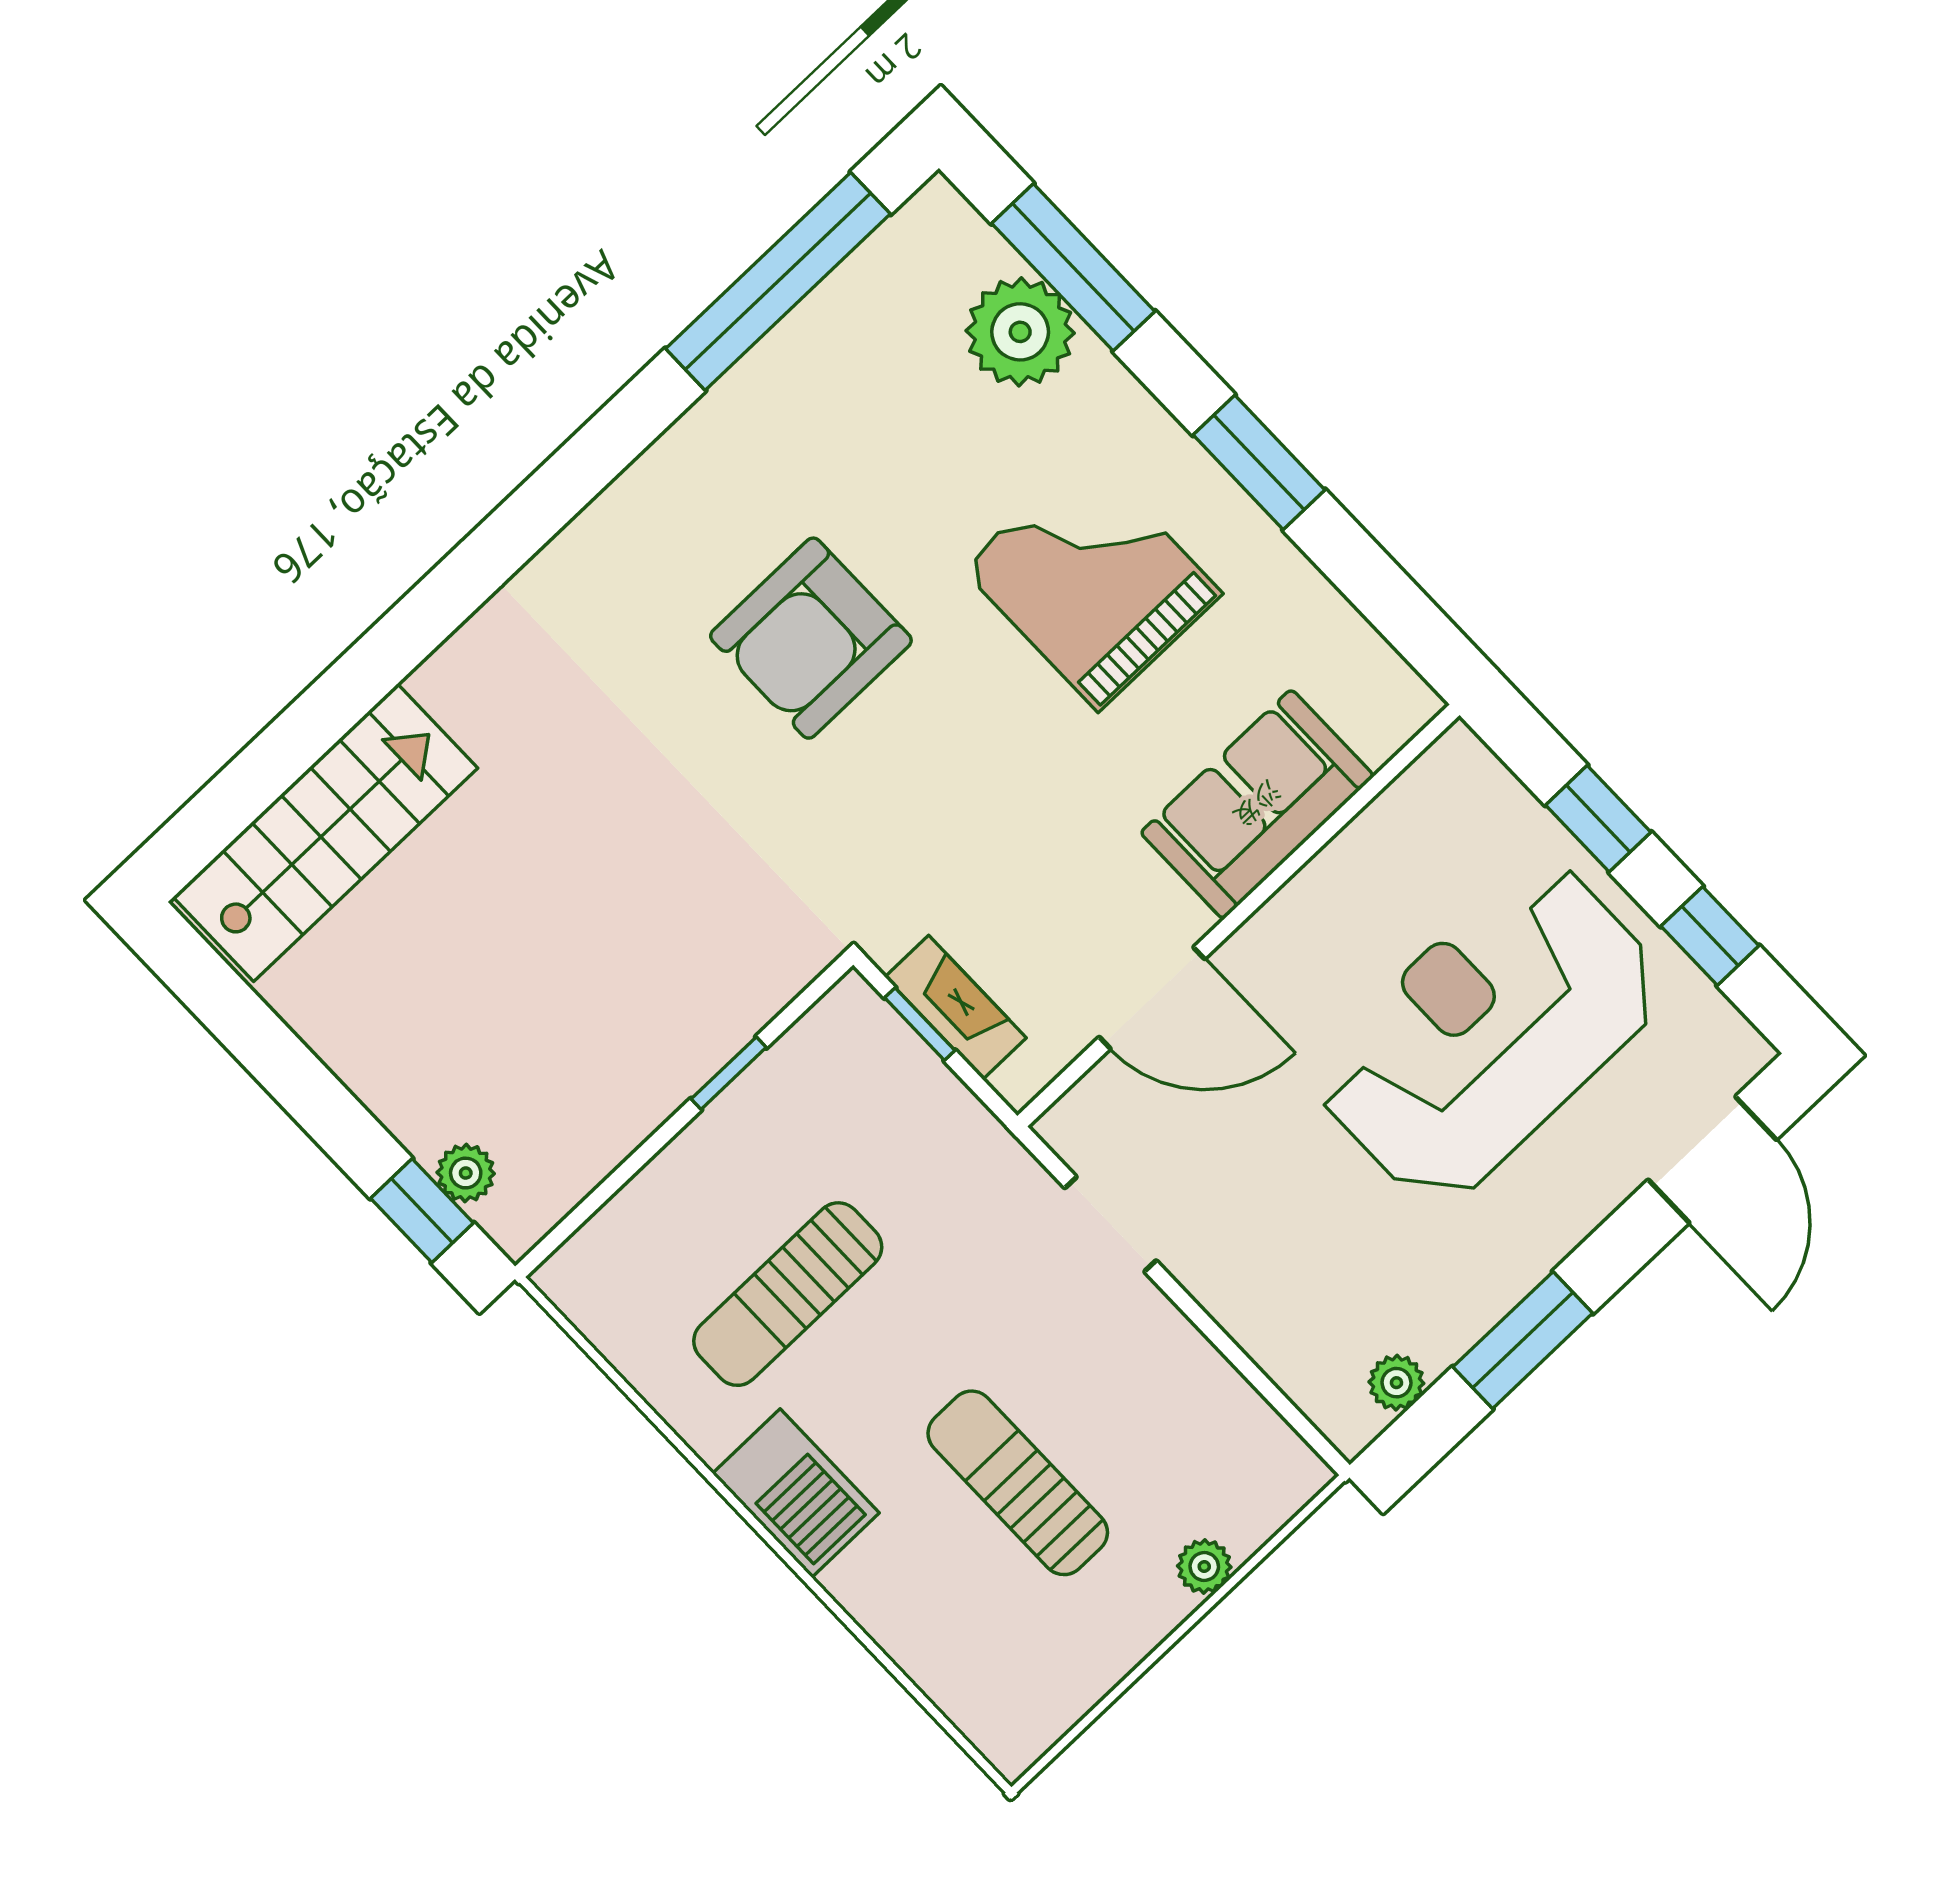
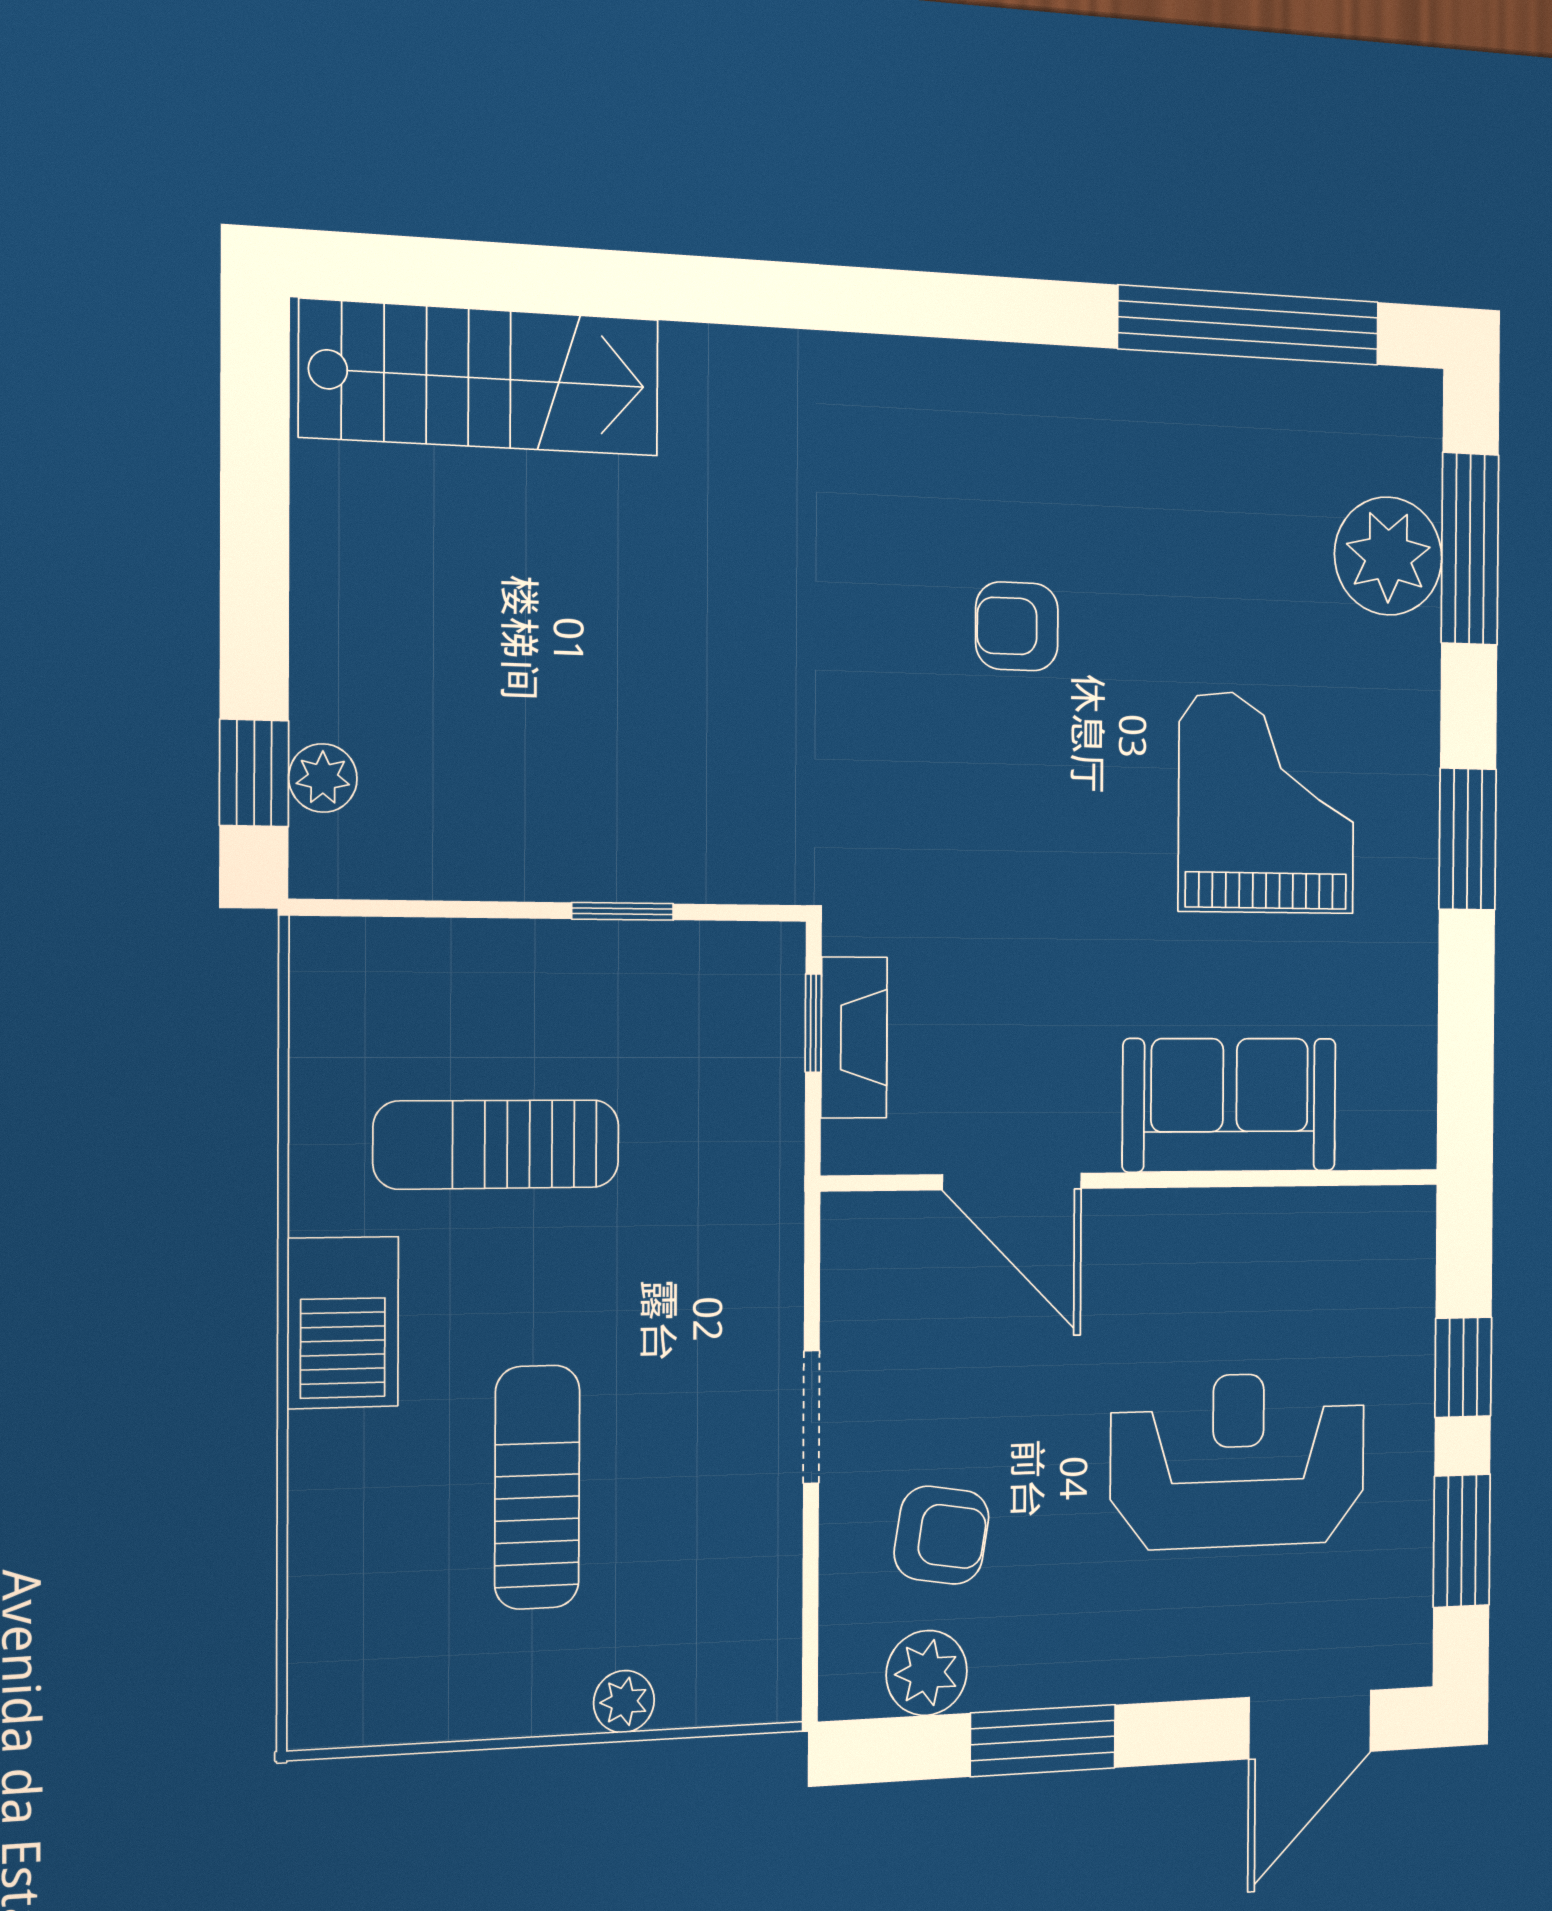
armchair: (811, 638) -> (1017, 626), width x0.53, depth x0.53
window: (1710, 936) -> (1462, 1541), width x1.50
reception desk: (1489, 1032) -> (1238, 1460), width x0.74, depth x0.77
doorway: (1110, 1224) -> (811, 1417), moved
armchair: (1322, 1270) -> (942, 1535), added
plant: (1396, 1383) -> (927, 1673), width x1.38, depth x1.38

